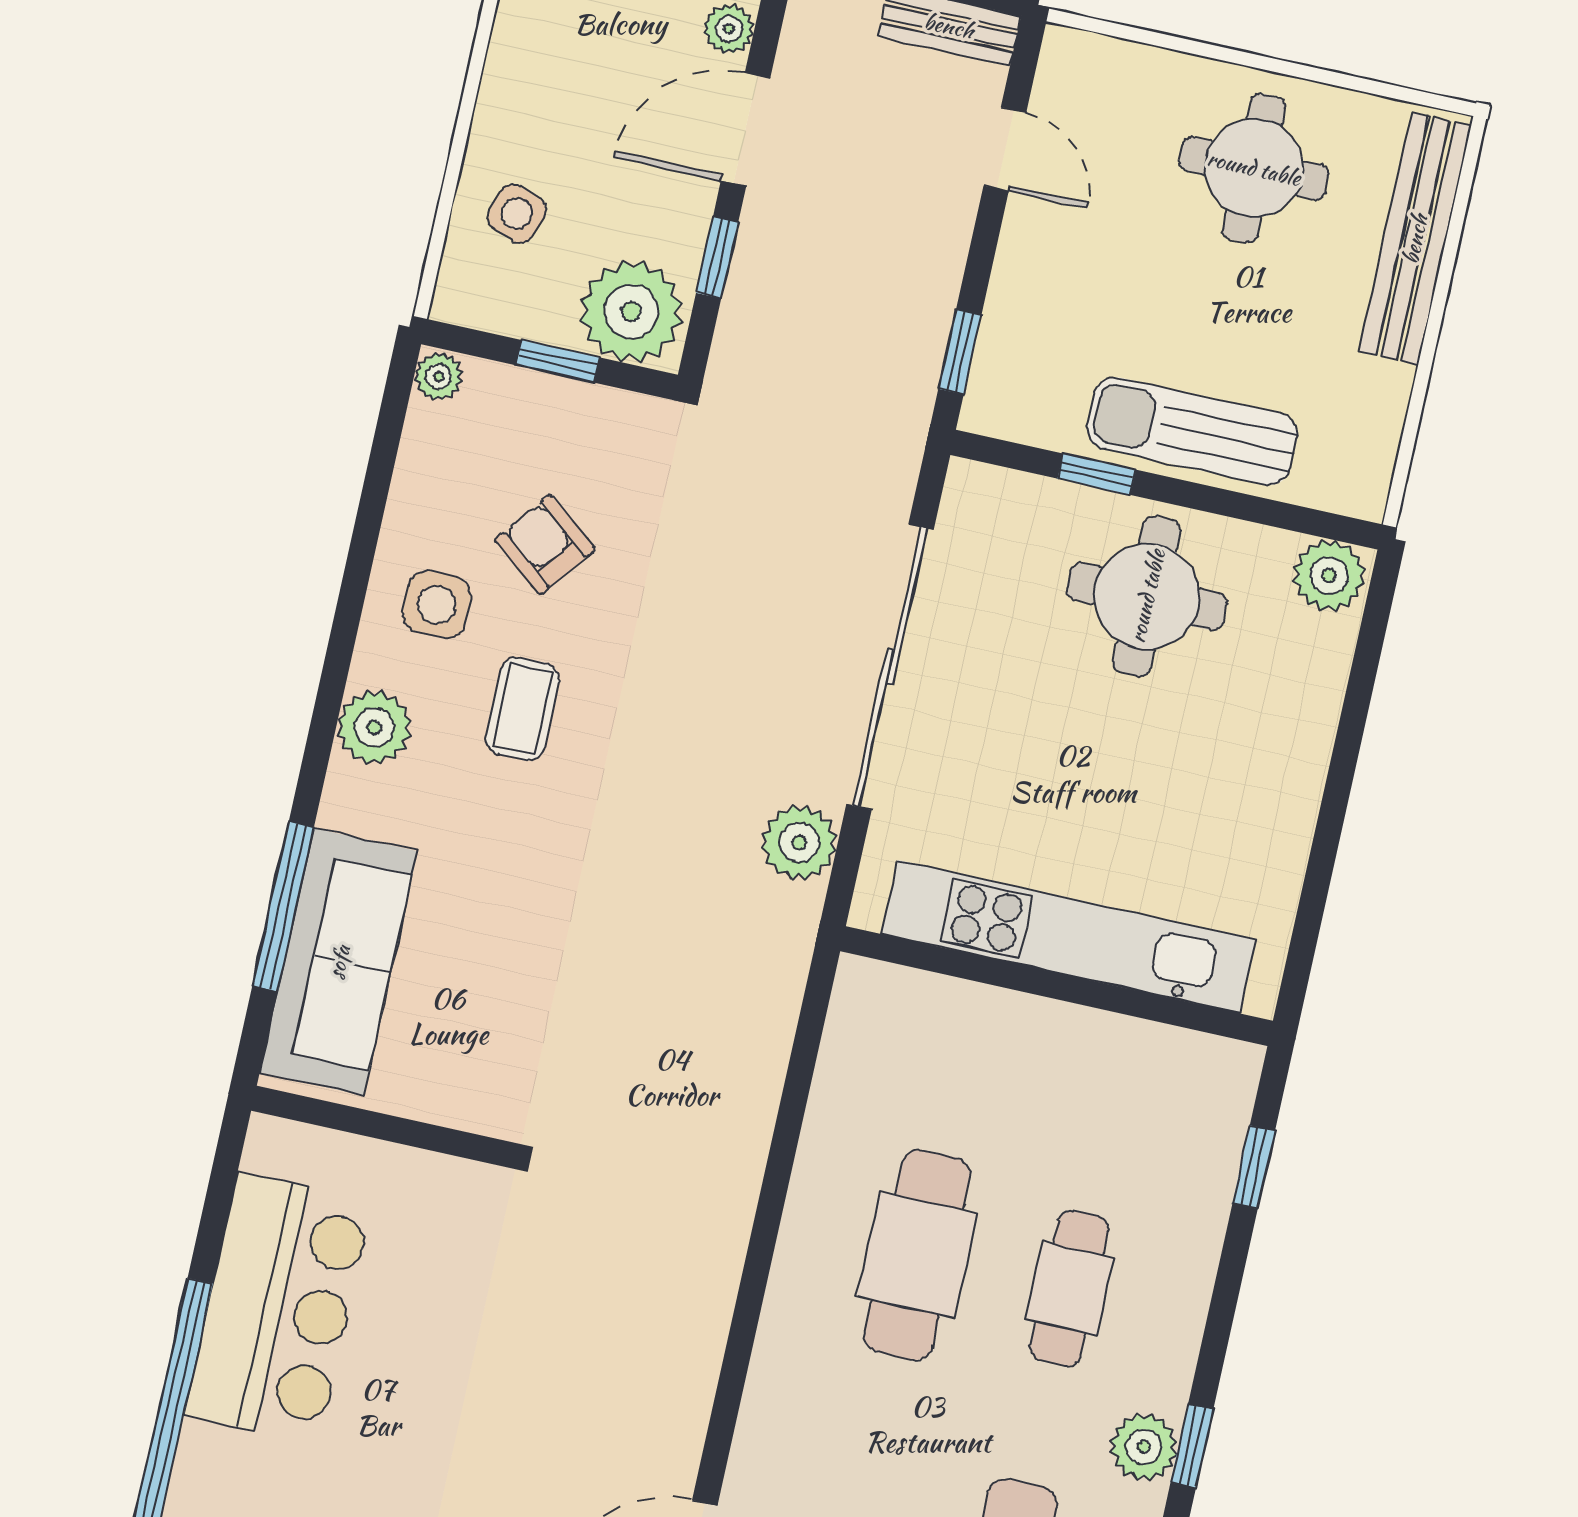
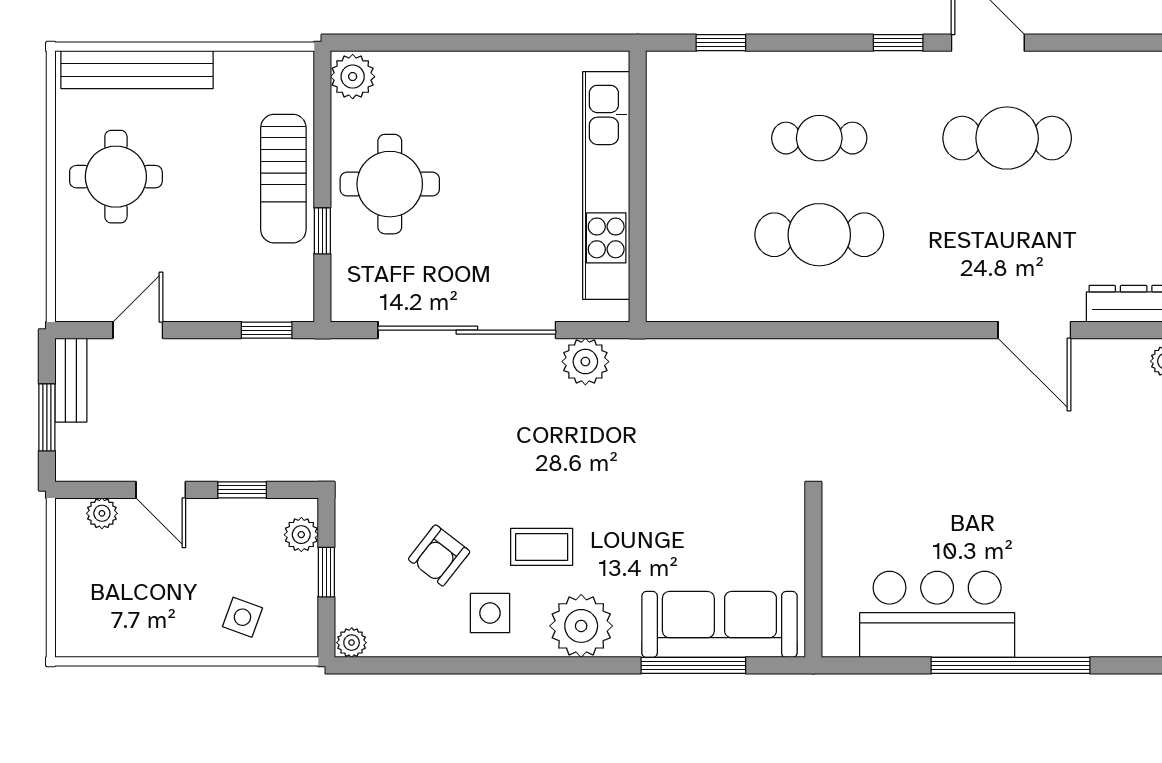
door: (745, 129) -> (161, 490), width x0.73
plant: (631, 311) -> (301, 535), width x0.53, depth x0.53
plant: (374, 727) -> (581, 626), width x1.36, depth x1.36
plant: (1144, 1447) -> (905, 72), removed

